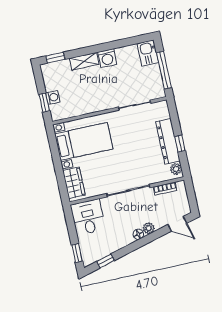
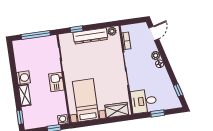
kitchen sink: (148, 53) -> (56, 82), moved, turned 90
washing machine: (53, 97) -> (63, 120), moved
window: (180, 144) -> (77, 29), moved
window: (77, 253) -> (158, 113), moved

